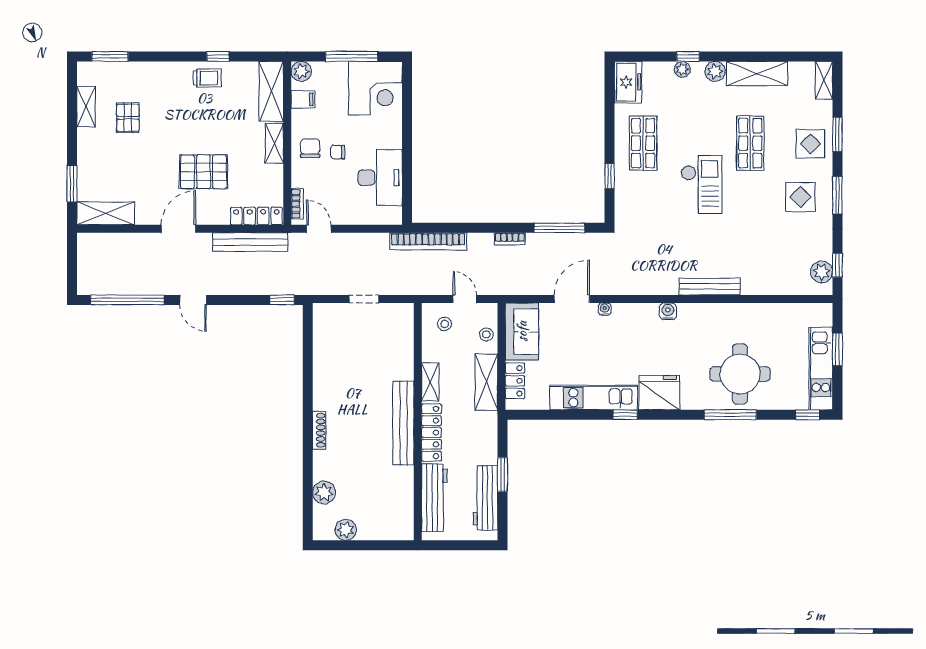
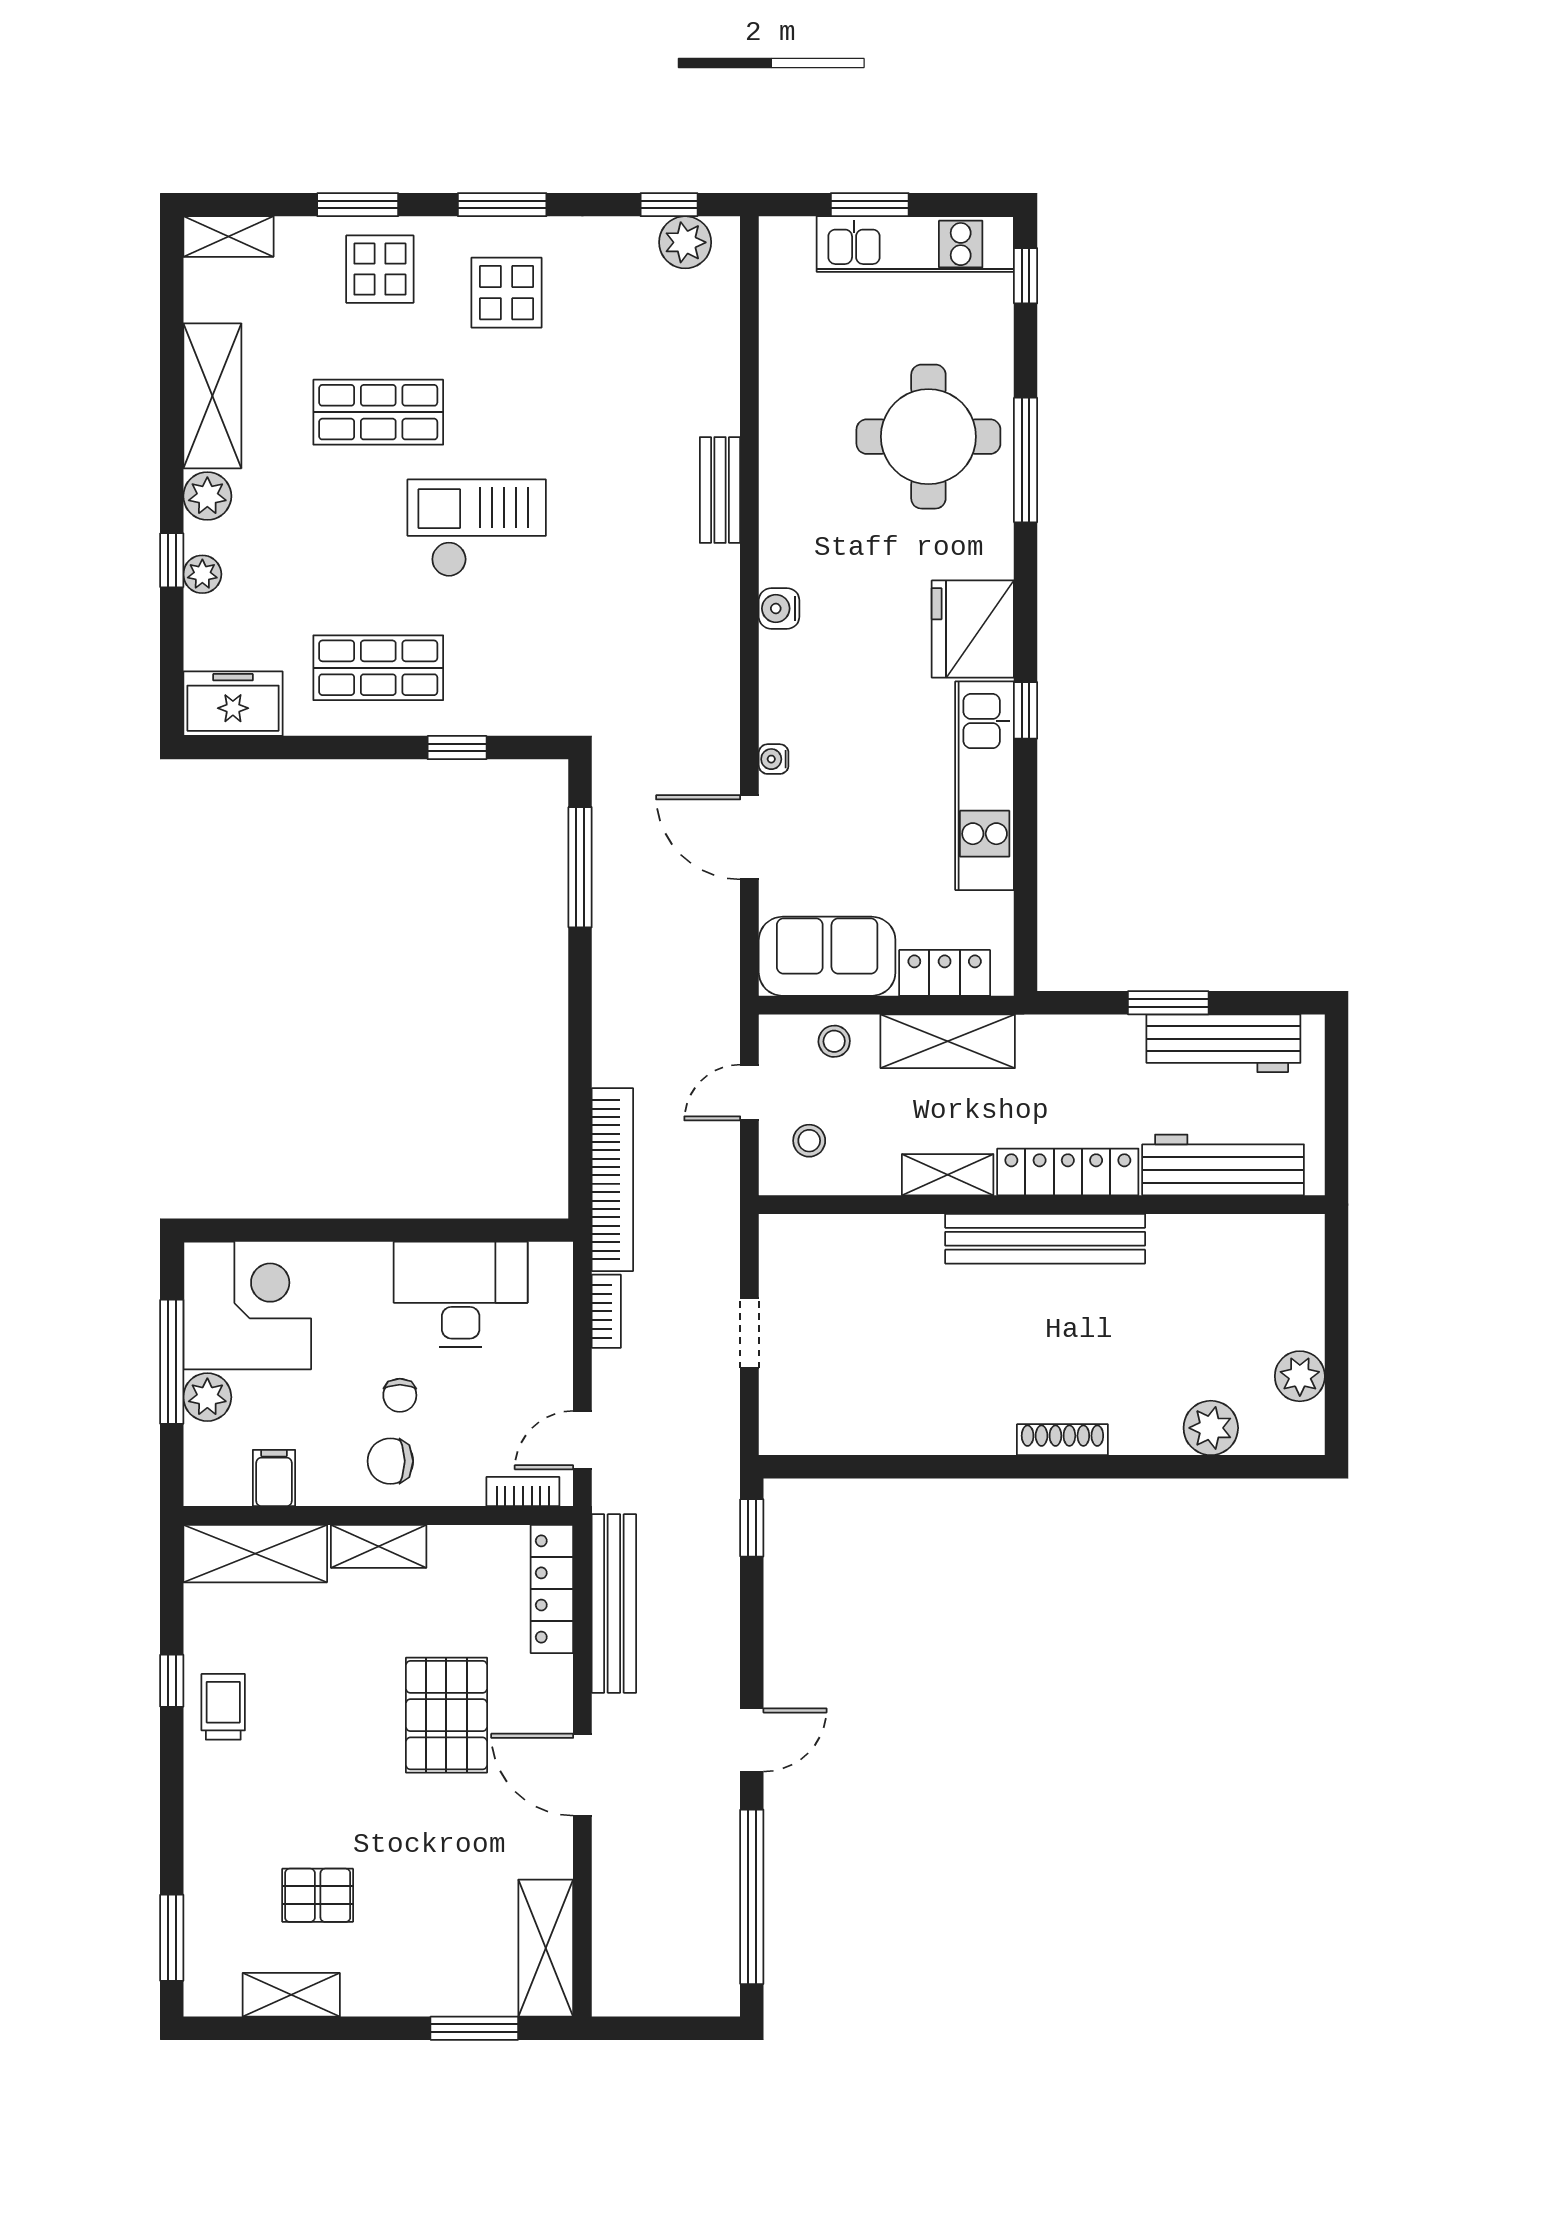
plant: (301, 71) -> (207, 1397), moved
bookcase: (510, 239) -> (606, 1311), moved
bench: (710, 287) -> (720, 490), width x0.73

